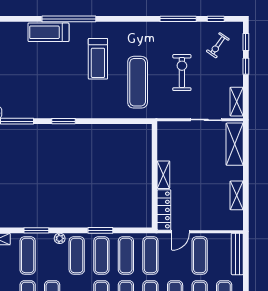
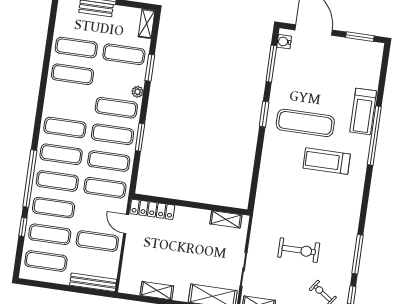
treadmill: (48, 32) -> (363, 111), turned 180
exercise mat: (138, 82) -> (305, 123), moved
shelving: (163, 175) -> (226, 219), moved

